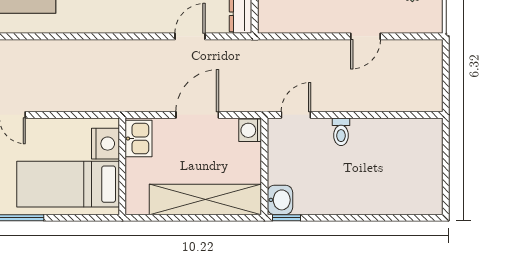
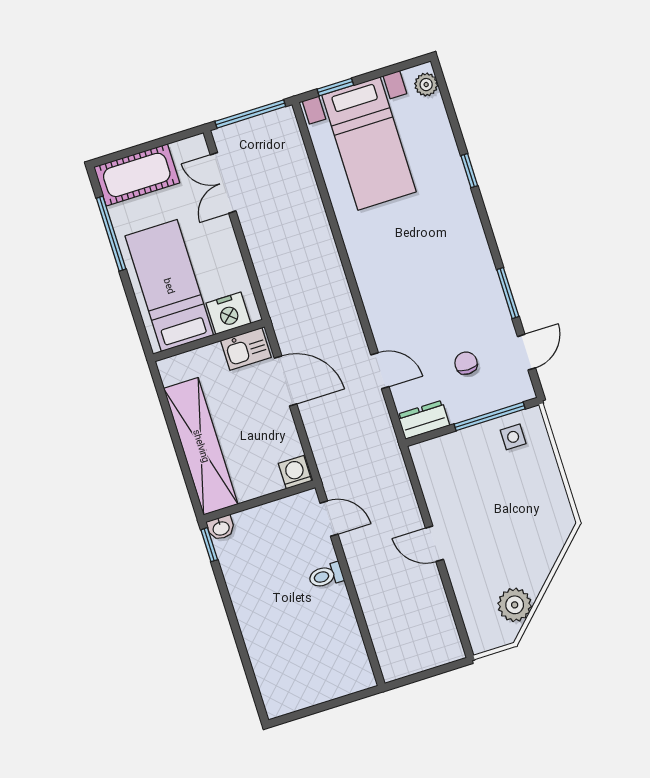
door: (365, 36) -> (434, 544), moved
door: (197, 115) -> (286, 381), moved
washbasin: (280, 200) -> (221, 528), width x0.72, depth x0.69

